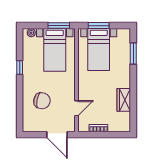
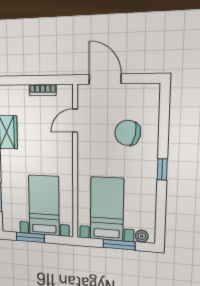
window: (59, 26) -> (119, 245), moved
window: (99, 26) -> (30, 237), moved
window: (20, 67) -> (162, 169), moved

